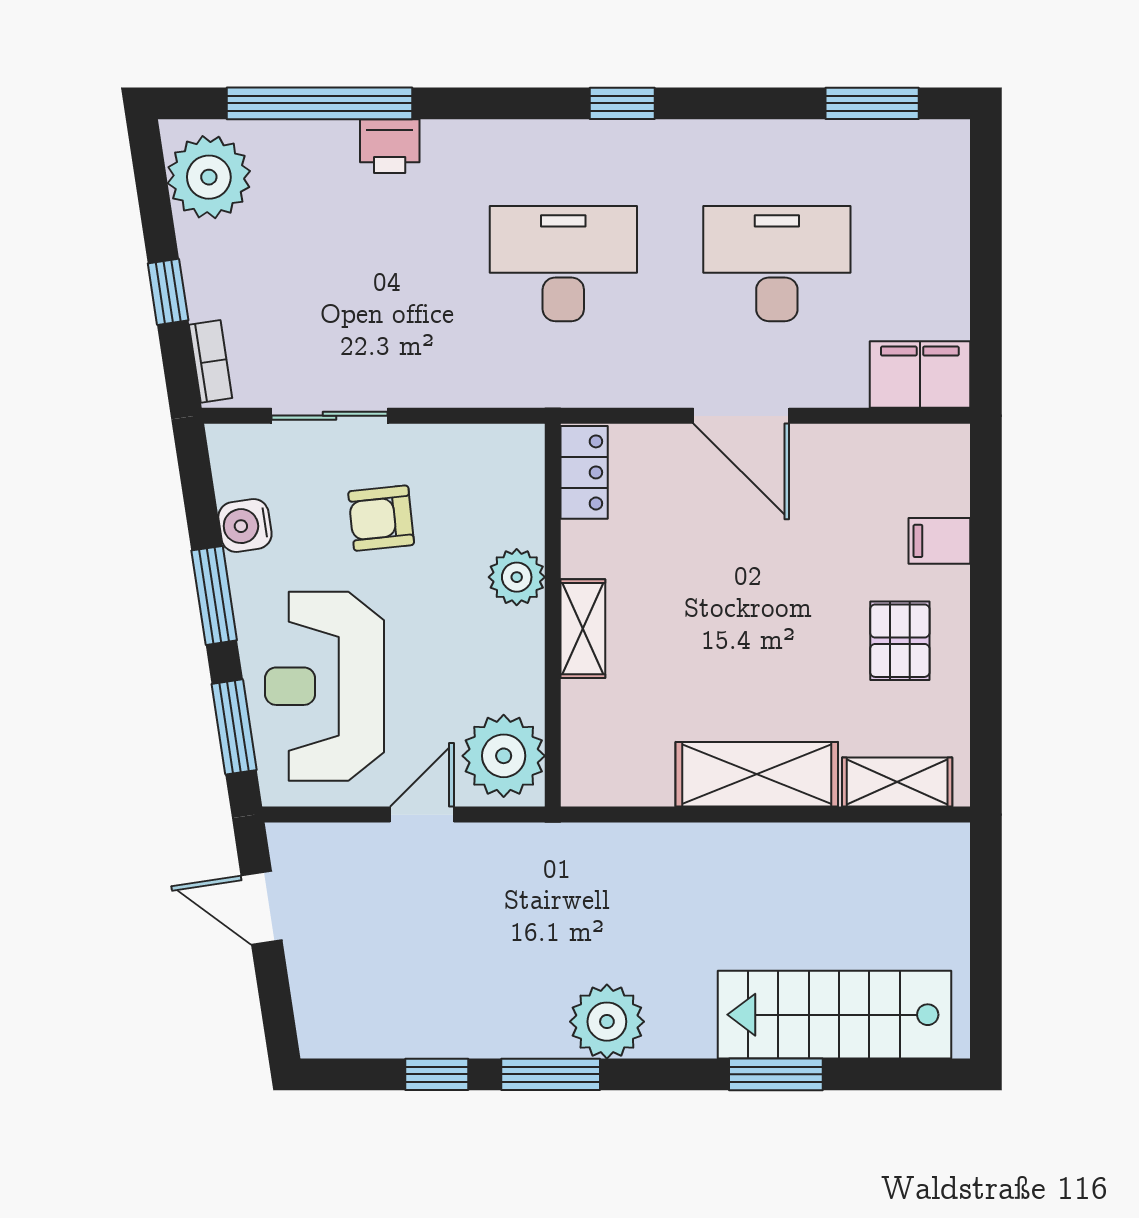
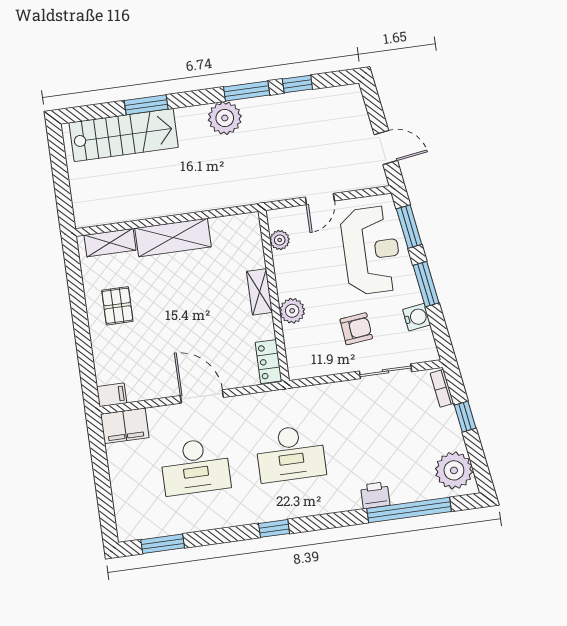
filing cabinet: (939, 541) -> (112, 395), moved
plant: (504, 756) -> (280, 240), width x0.53, depth x0.53

